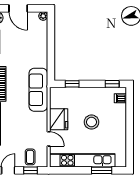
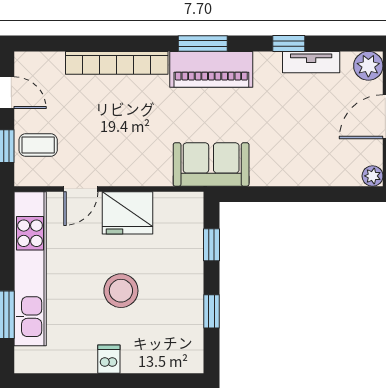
window: (112, 84) -> (211, 311), moved
sofa: (38, 90) -> (211, 164), width x0.73
dishwasher: (120, 98) -> (109, 359), moved

